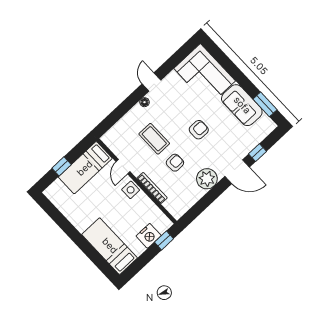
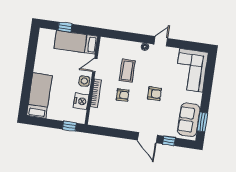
sofa: (242, 105) -> (189, 120), moved
plant: (207, 179) -> (128, 123), removed
nightstand: (149, 236) -> (81, 101), moved, turned -90

